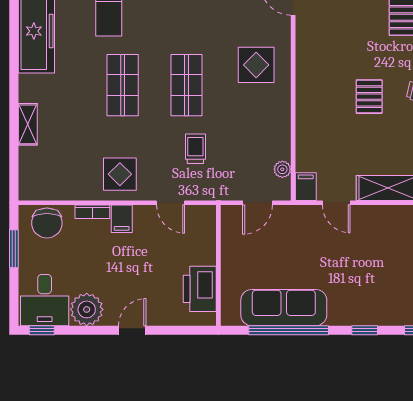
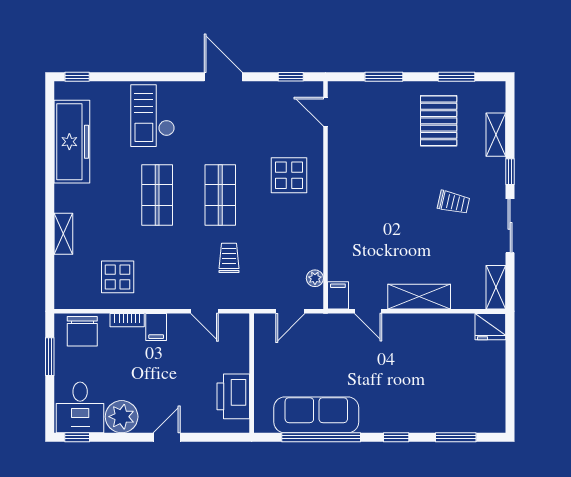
pallet: (369, 97) -> (401, 206), removed
display table: (120, 174) -> (118, 277), moved

